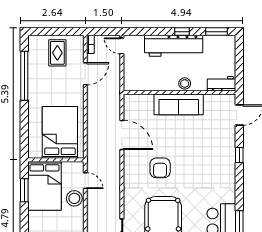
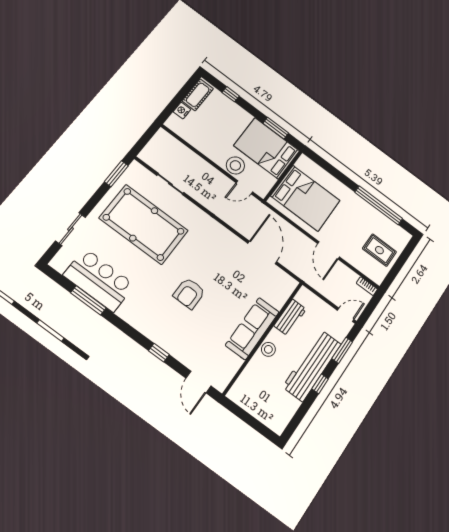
window: (216, 32) -> (342, 350), moved
door: (85, 74) -> (329, 250), moved
workbench: (221, 84) -> (290, 317), moved
door: (122, 135) -> (262, 253), swing flipped
armchair: (160, 168) -> (189, 293), moved, turned -90

